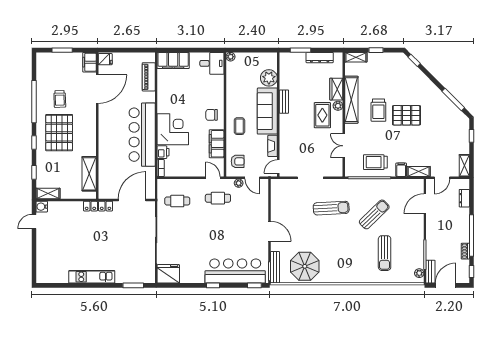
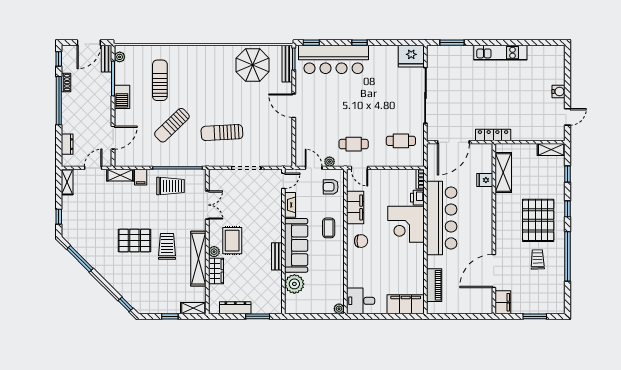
fridge: (105, 59) -> (485, 180), moved
water cooler: (42, 207) -> (558, 92), moved
barbecue: (417, 239) -> (122, 97), added

